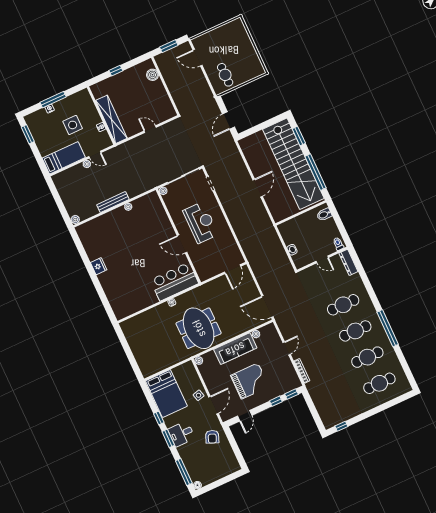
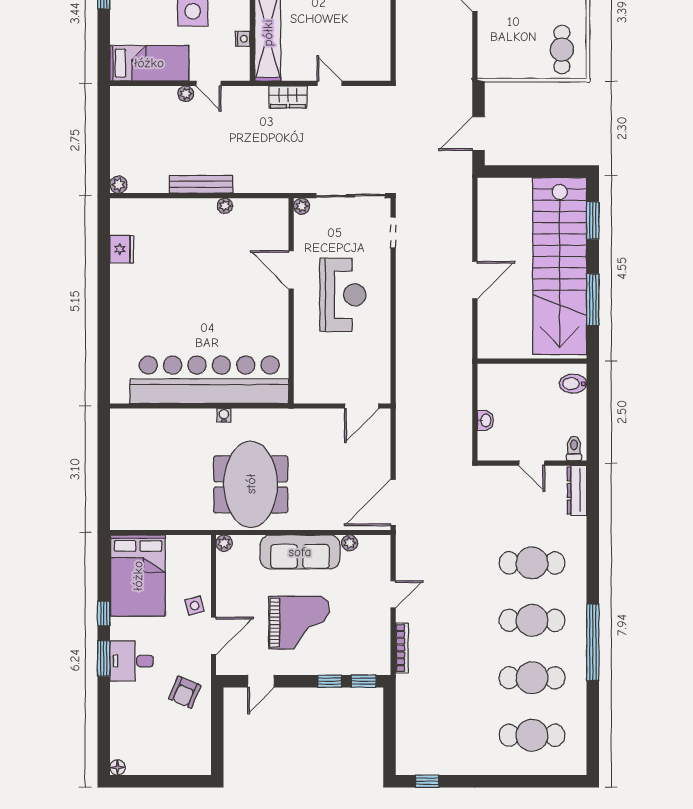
cafe table: (225, 75) -> (562, 50), moved
wardrobe: (134, 144) -> (288, 97), added
window: (316, 172) -> (593, 300), width x0.68
door: (182, 244) -> (291, 270), moved
fridge: (99, 266) -> (122, 249), moved
bar counter: (174, 282) -> (209, 380), width x1.86
door: (267, 306) -> (393, 502), hinge flipped
window: (184, 472) -> (104, 732), removed

